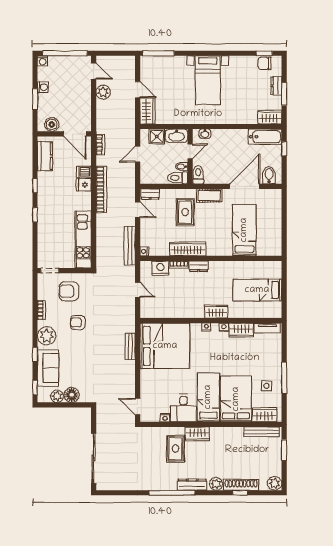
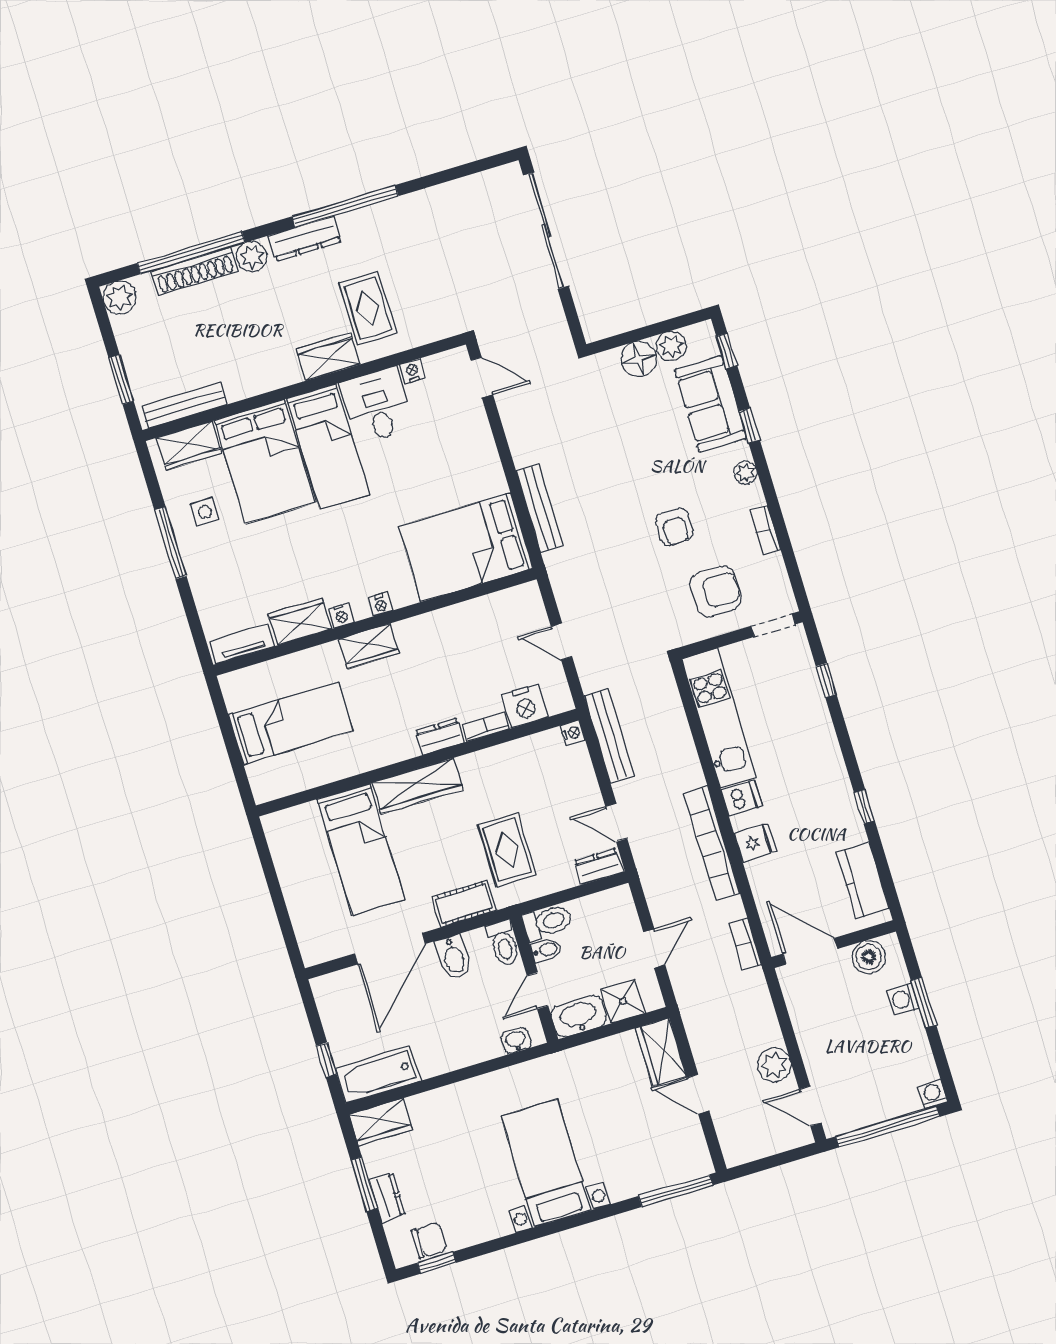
washing machine: (43, 87) -> (903, 999), moved
dishwasher: (84, 172) -> (741, 798), moved
bidet: (269, 175) -> (454, 957), moved
window: (35, 215) -> (826, 680), moved
wardrobe: (188, 249) -> (417, 786), moved
armchair: (78, 323) -> (674, 527), turned 90
plant: (47, 336) -> (745, 473), width x0.53, depth x0.53
bed: (165, 346) -> (466, 547), width x0.73
bench: (130, 347) -> (540, 508), width x1.36
window: (240, 493) -> (191, 253), width x3.17

